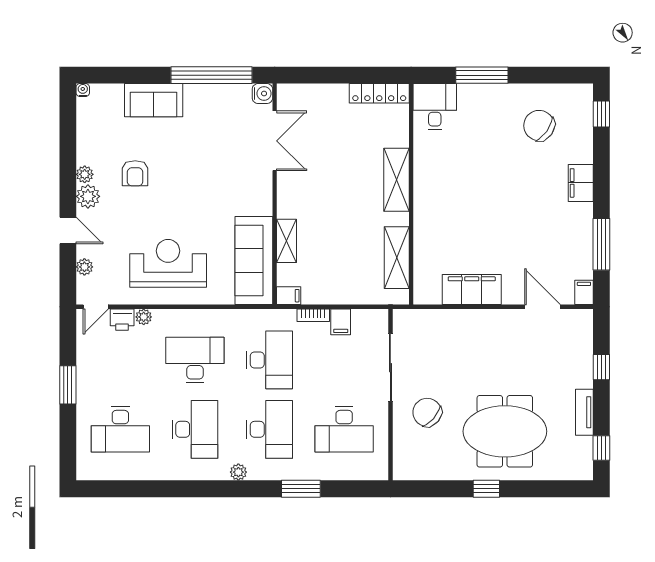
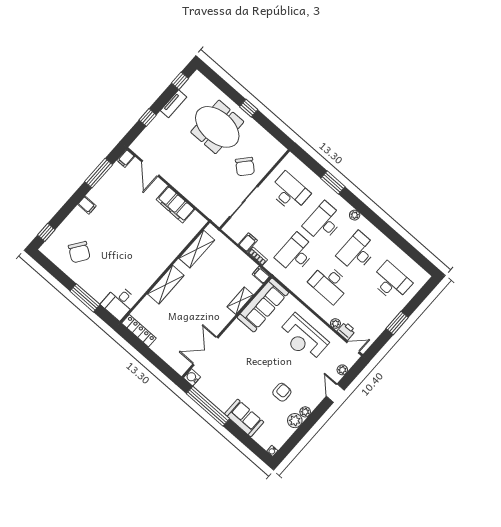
filing cabinet: (581, 183) -> (87, 205), width x0.50
plant: (88, 196) -> (295, 421), moved

